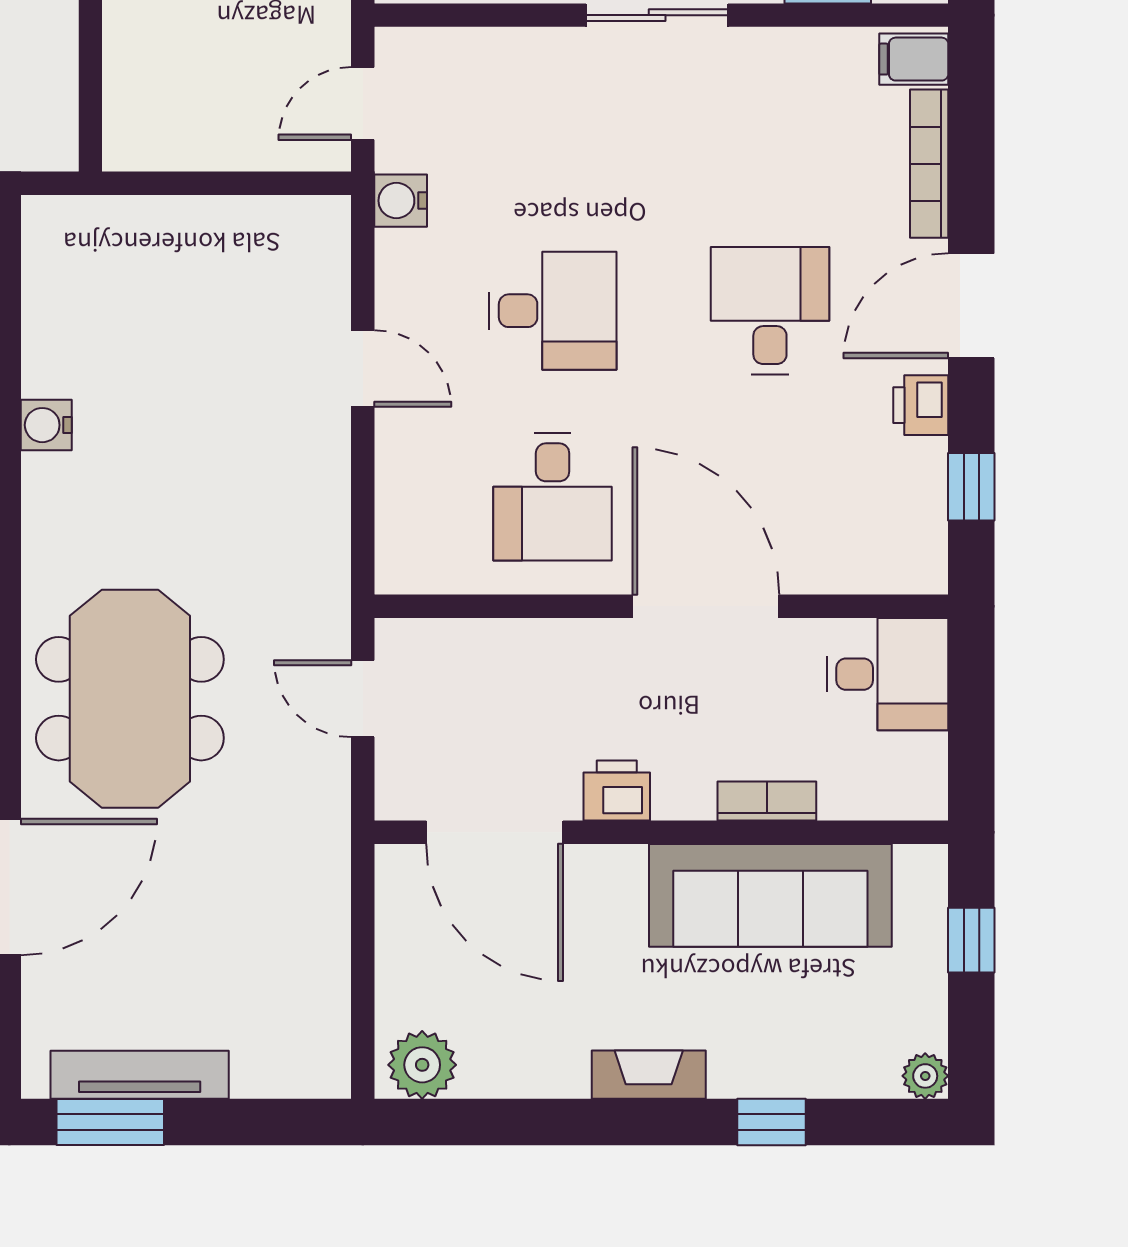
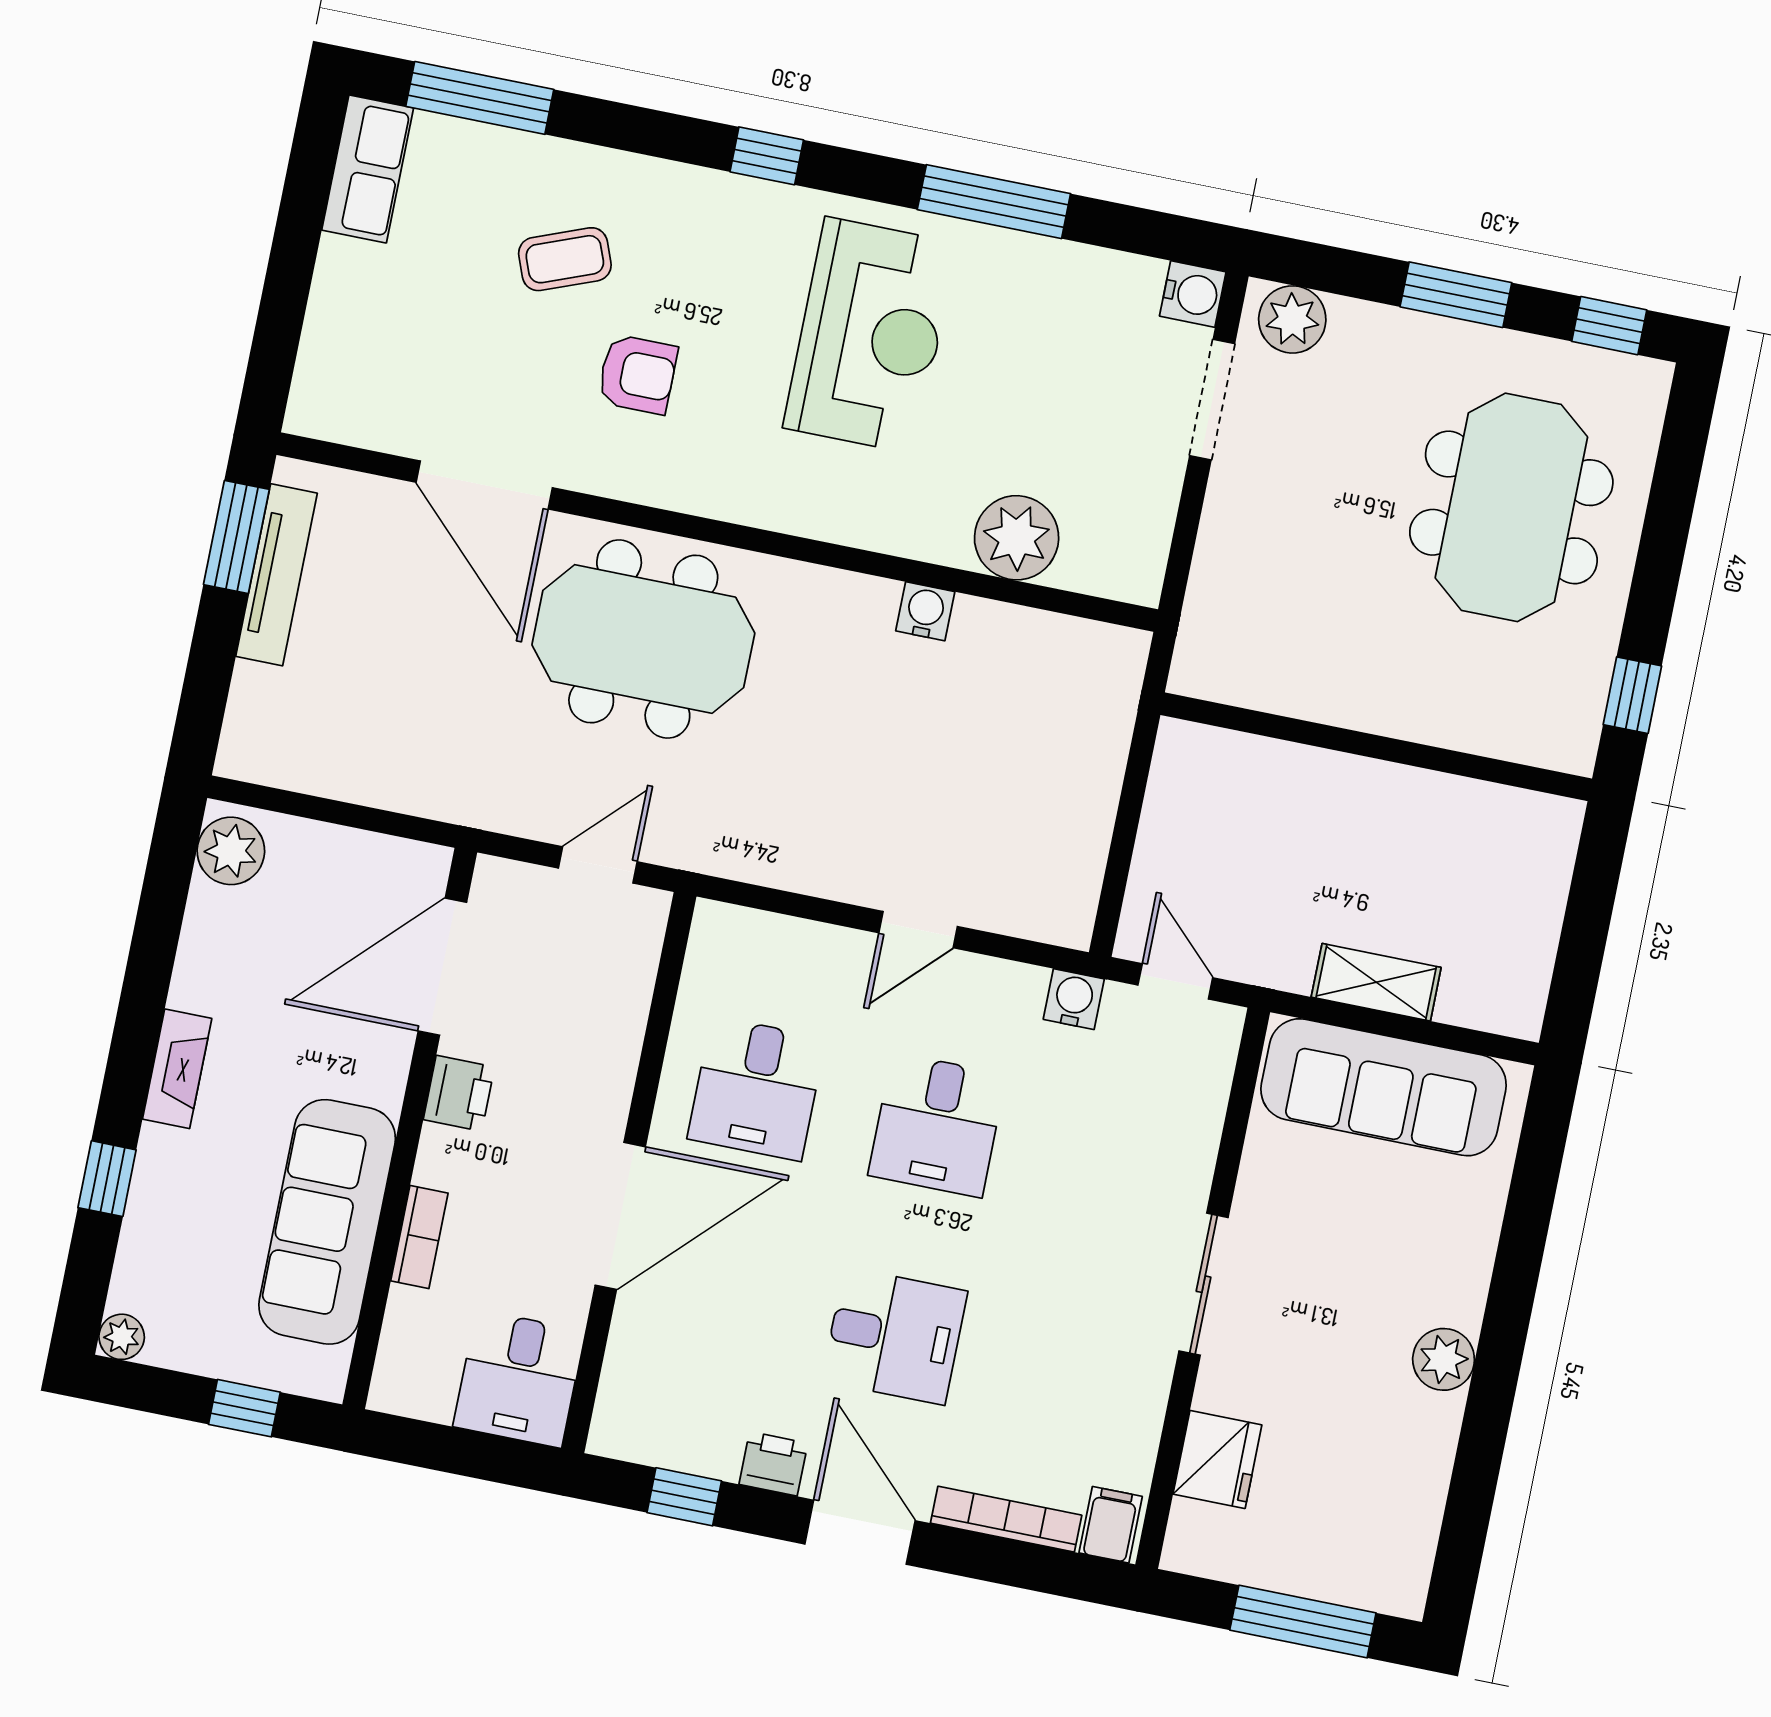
desk: (553, 497) -> (757, 1089), turned -90

